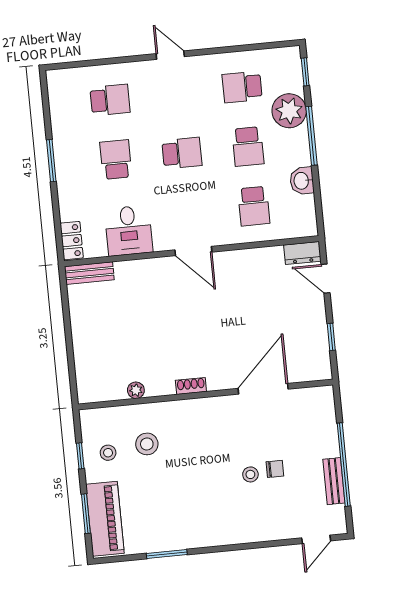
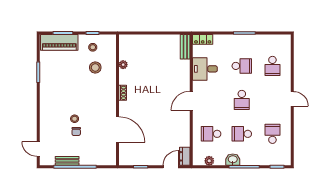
door: (170, 55) -> (292, 99), hinge flipped
plant: (289, 111) -> (209, 161), moved, width x0.53, depth x0.53
washbasin: (302, 181) -> (233, 160), moved

